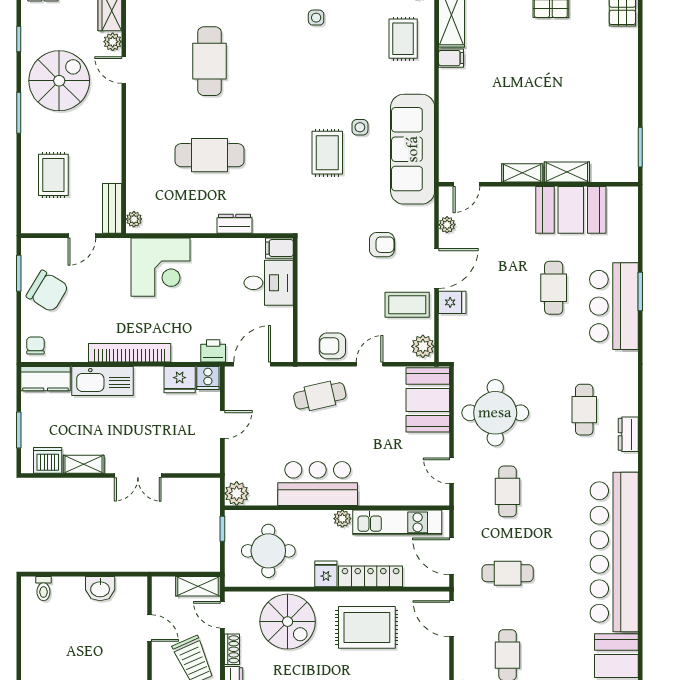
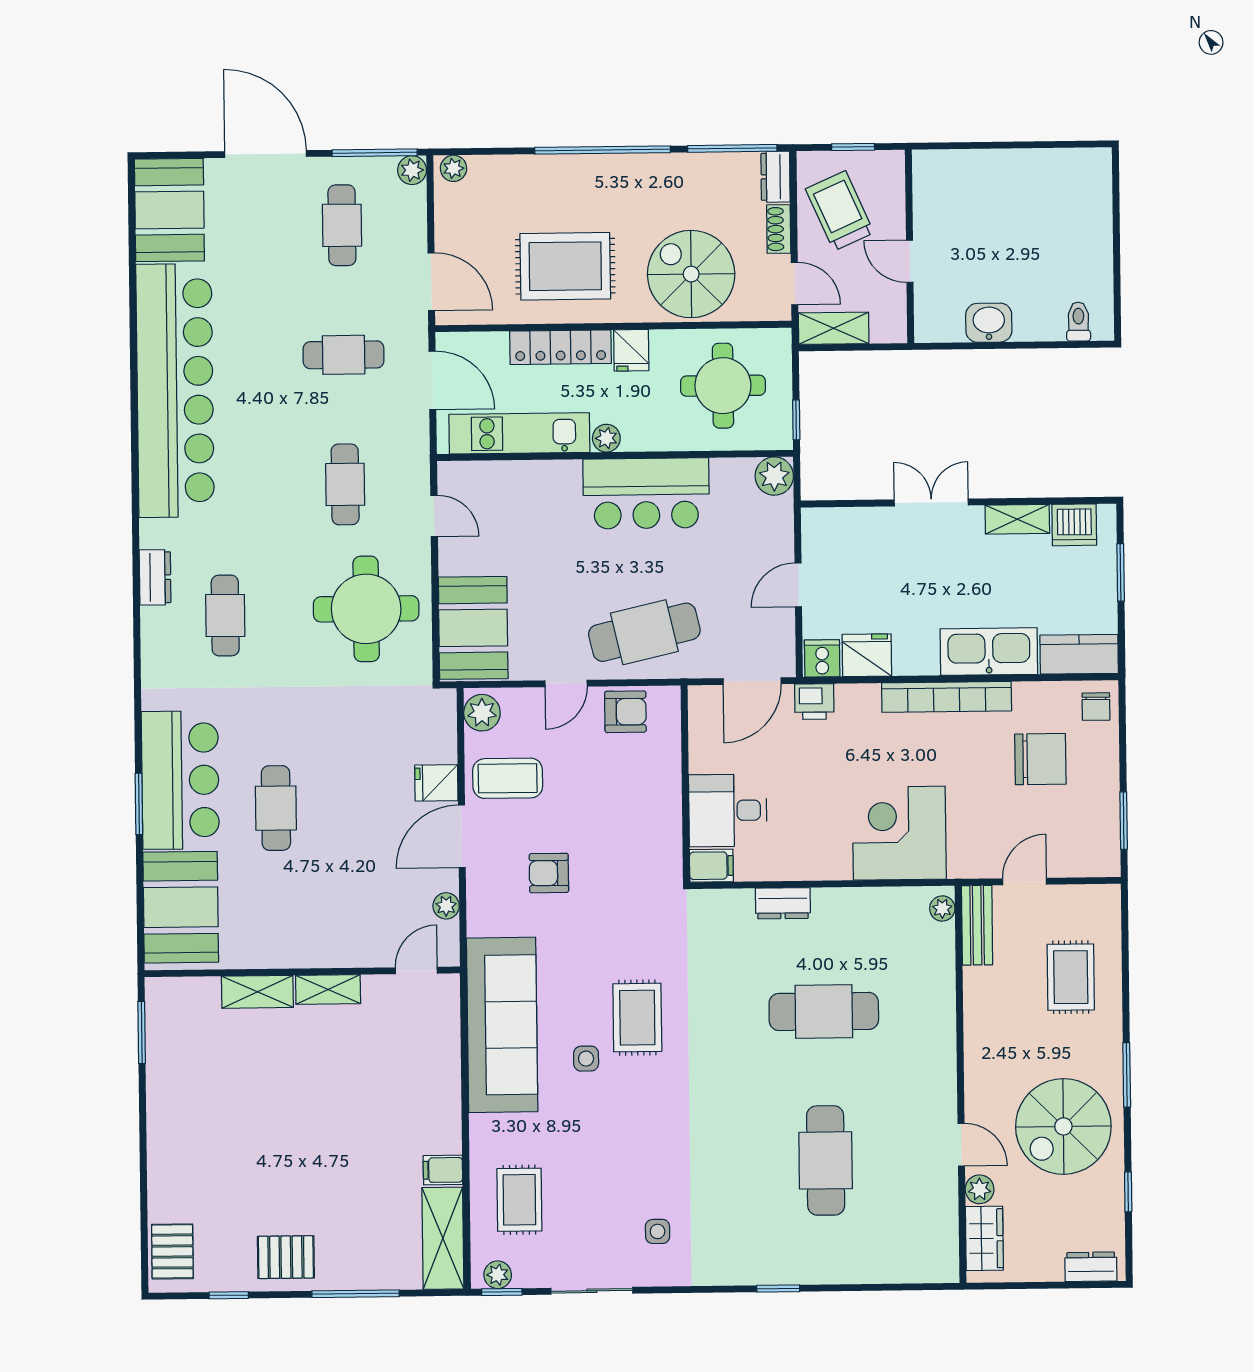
booth: (571, 210) -> (181, 907), moved, turned 90
chair: (47, 291) -> (1040, 759), moved, turned 149
cafe table: (320, 396) -> (644, 632), width x1.37, depth x1.35

